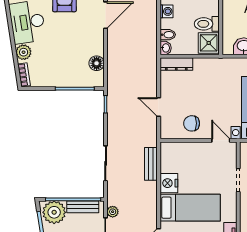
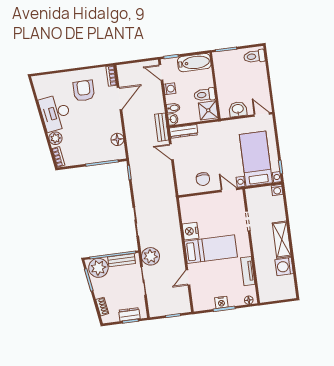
door: (159, 107) -> (171, 152), moved
chair: (192, 123) -> (203, 179), turned -90
bench: (151, 164) -> (162, 127), moved
plant: (113, 212) -> (151, 256), width x1.88, depth x1.88

